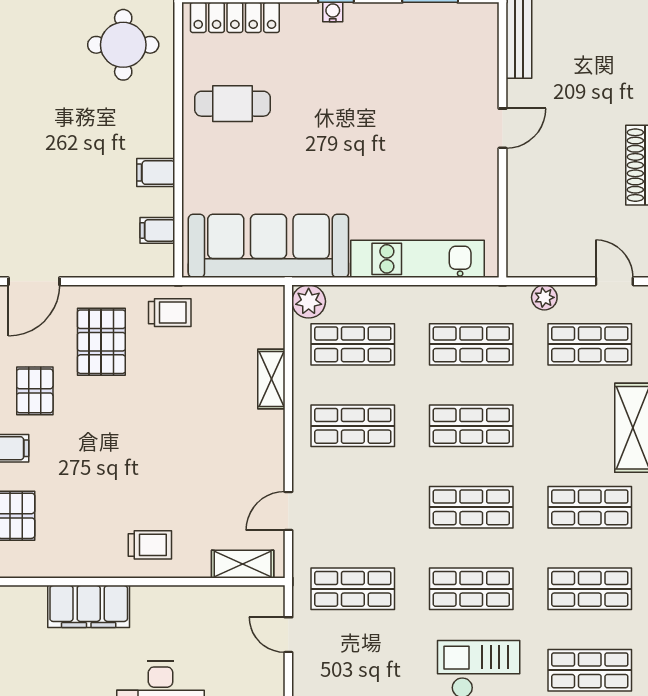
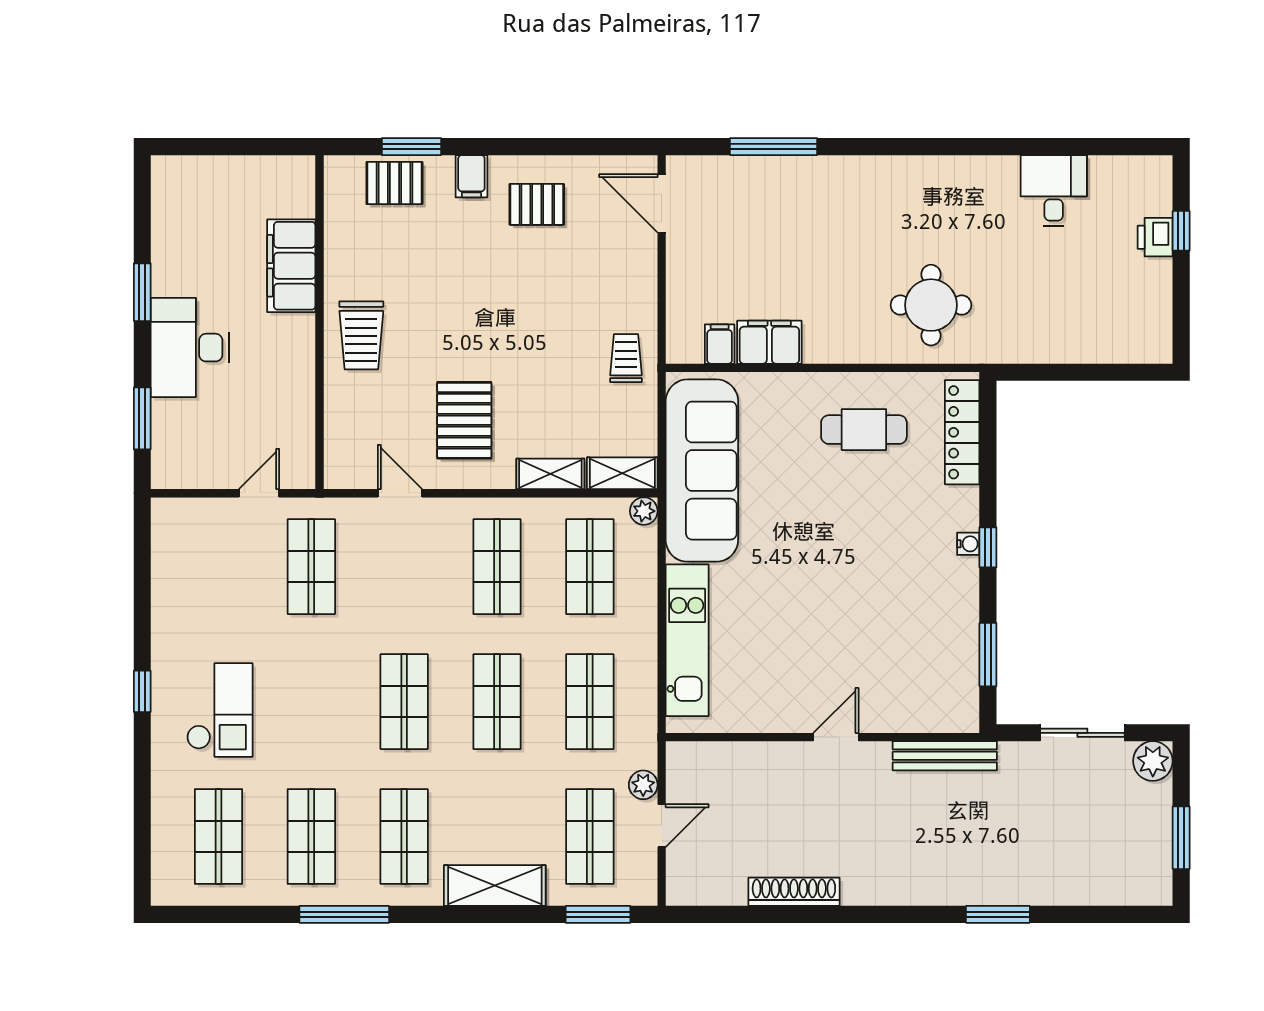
cafe table: (233, 104) -> (864, 430), turned 90
door: (503, 128) -> (836, 737), swing flipped
filing cabinet: (156, 173) -> (769, 342), width x2.00
door: (614, 281) -> (662, 826), moved
plant: (309, 301) -> (644, 511), width x0.73, depth x0.73
trolley: (170, 313) -> (626, 358), turned 180
pallet: (101, 342) -> (464, 420), moved, turned 90
trolley: (150, 545) -> (361, 335), width x1.36, depth x1.39
shelving: (243, 564) -> (622, 473), moved, turned 90
shop shelf: (471, 589) -> (311, 702), removed

